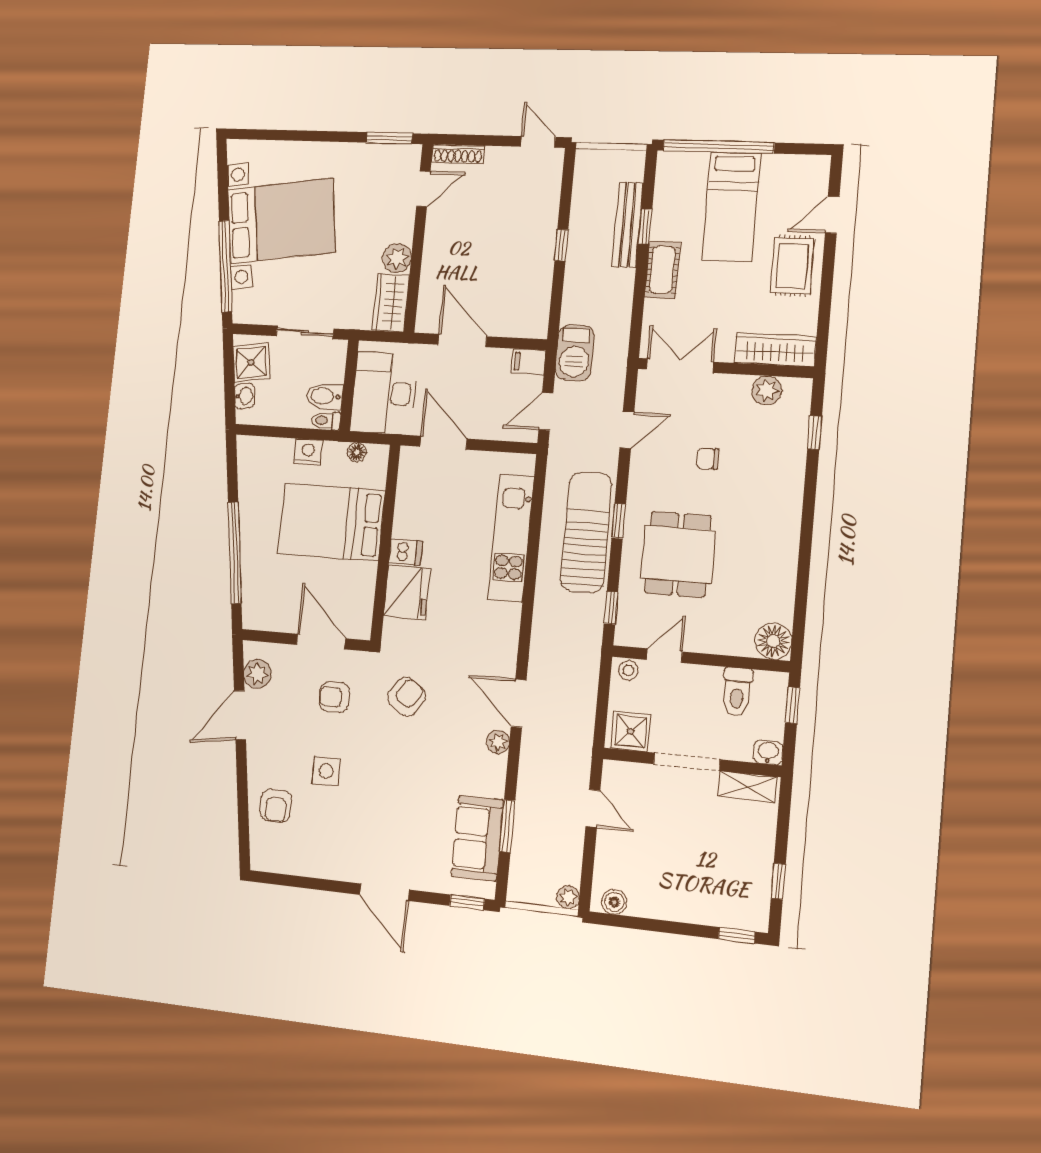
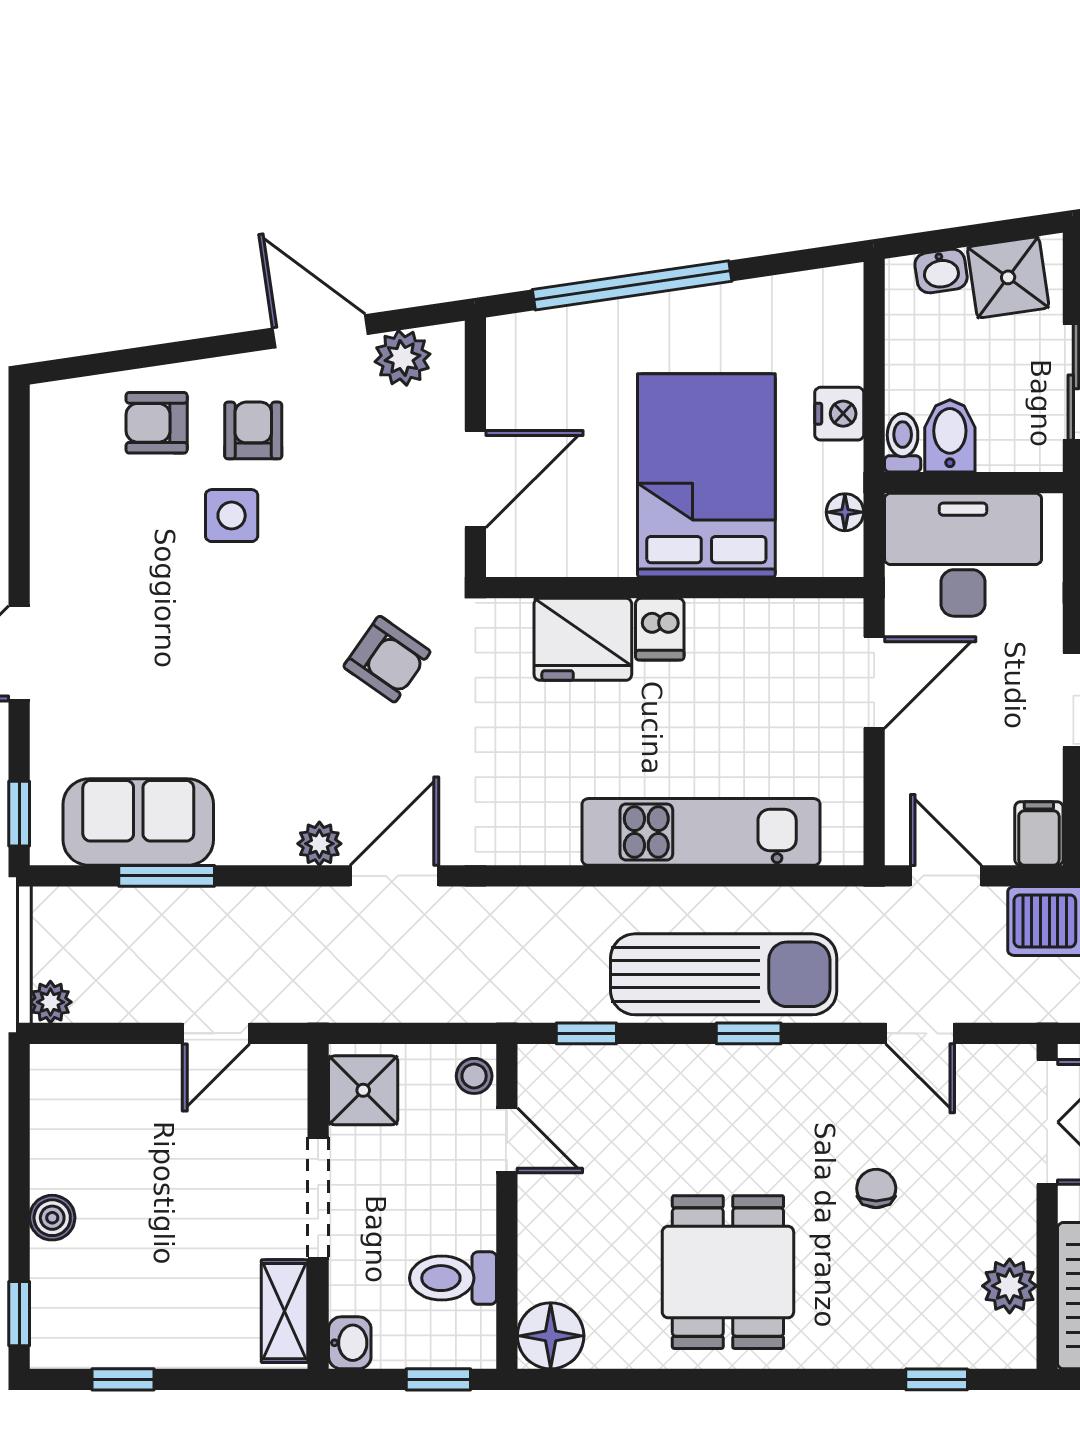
dining table: (678, 554) -> (728, 1272), moved, turned 90
armchair: (334, 697) -> (253, 430), moved
boiler: (614, 902) -> (52, 1218), moved

